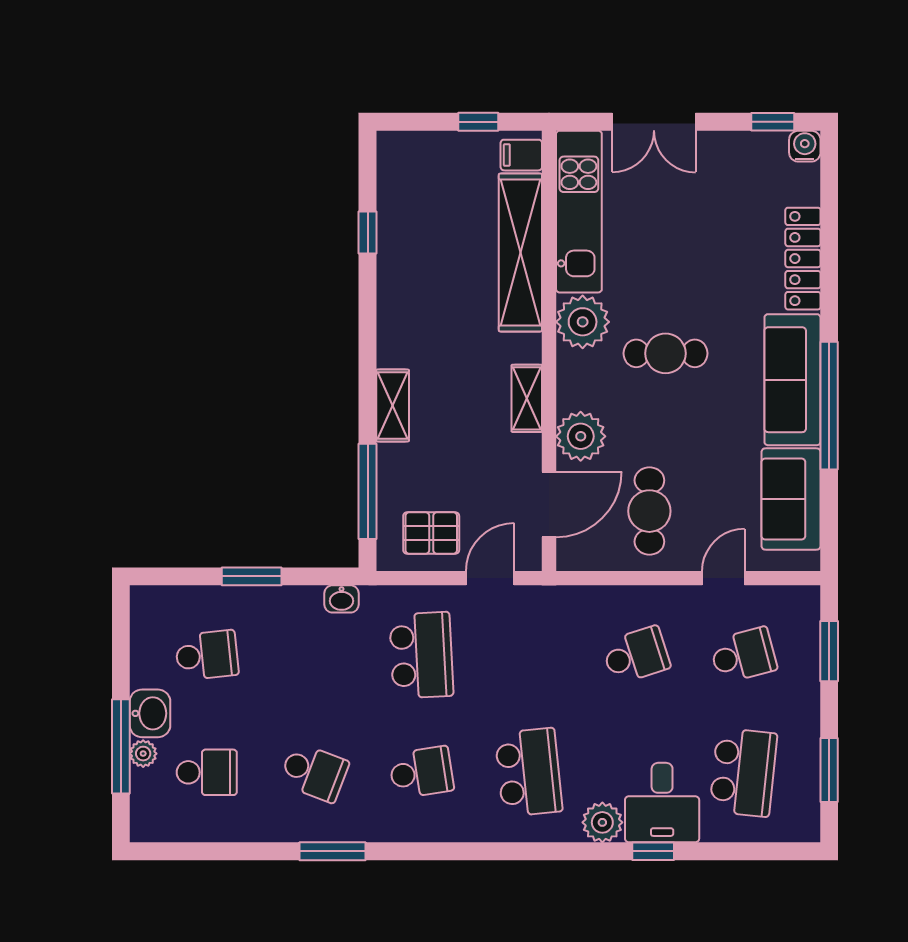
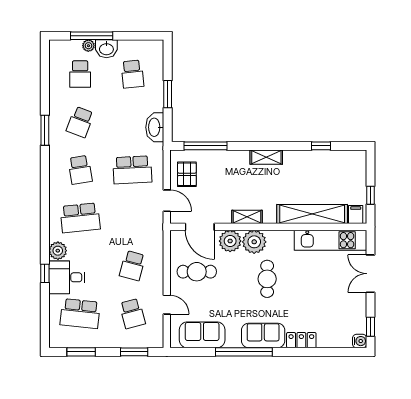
locker: (803, 259) -> (301, 340), width x0.66
plant: (583, 322) -> (254, 242), moved
sofa: (792, 380) -> (263, 336), width x0.73
shelving: (393, 406) -> (266, 157), moved
washbasin: (341, 599) -> (155, 127), width x1.91, depth x1.45
school desk: (636, 655) -> (132, 266), turned 33

